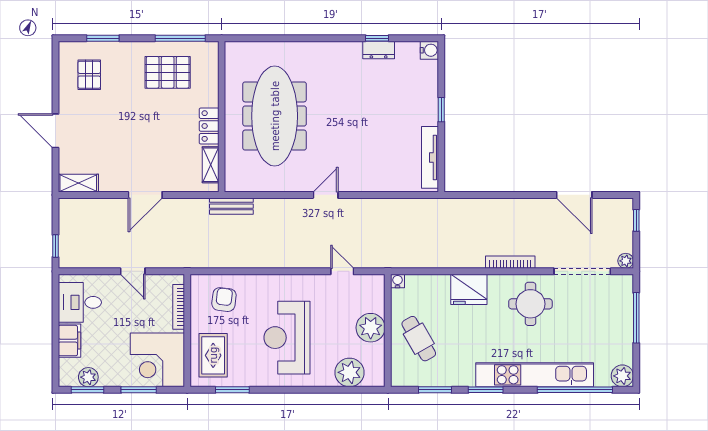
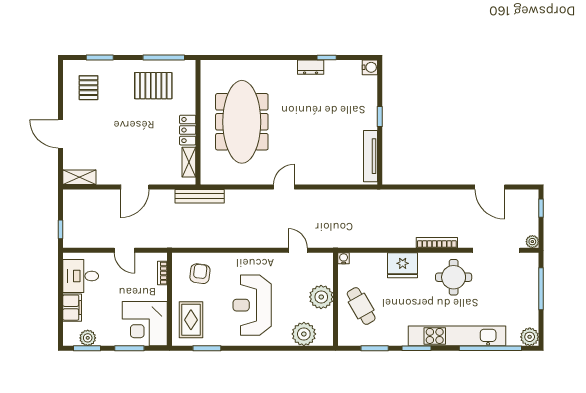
dresser: (379, 50) -> (311, 67), moved
bench: (231, 206) -> (200, 196), width x1.36
bookcase: (179, 307) -> (162, 273), width x0.64

